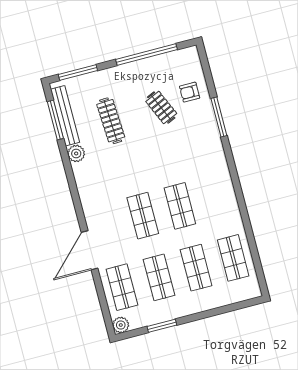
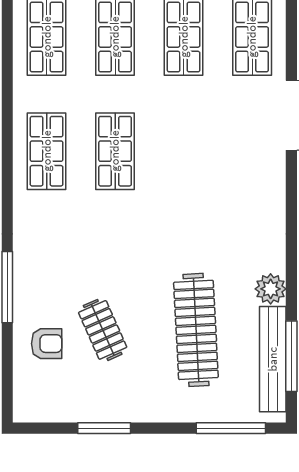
window: (147, 55) -> (104, 428), width x0.47
clothes rail: (111, 121) -> (196, 330), width x1.37, depth x1.31
shop shelf: (143, 216) -> (47, 151), moved

